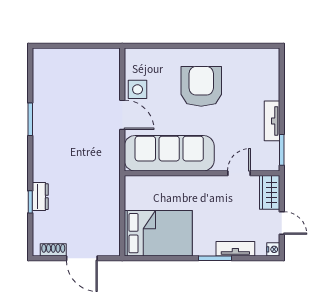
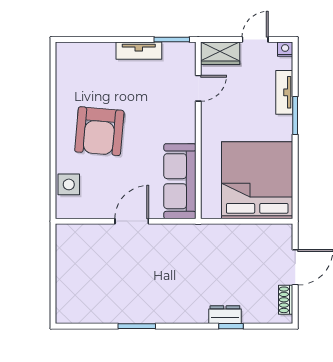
armchair: (201, 86) -> (99, 131), turned -85
side table: (138, 89) -> (69, 184), moved
sofa: (169, 153) -> (180, 181), width x0.74, depth x0.79
door: (239, 173) -> (198, 88), swing flipped
bed: (158, 233) -> (257, 180), width x1.36

